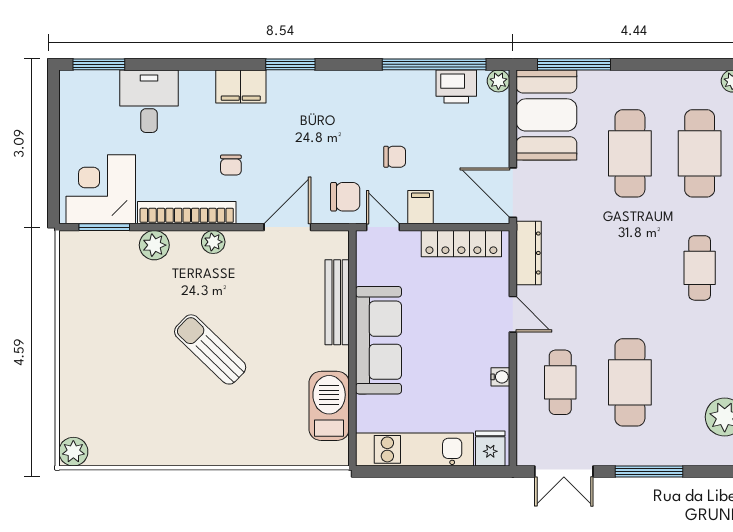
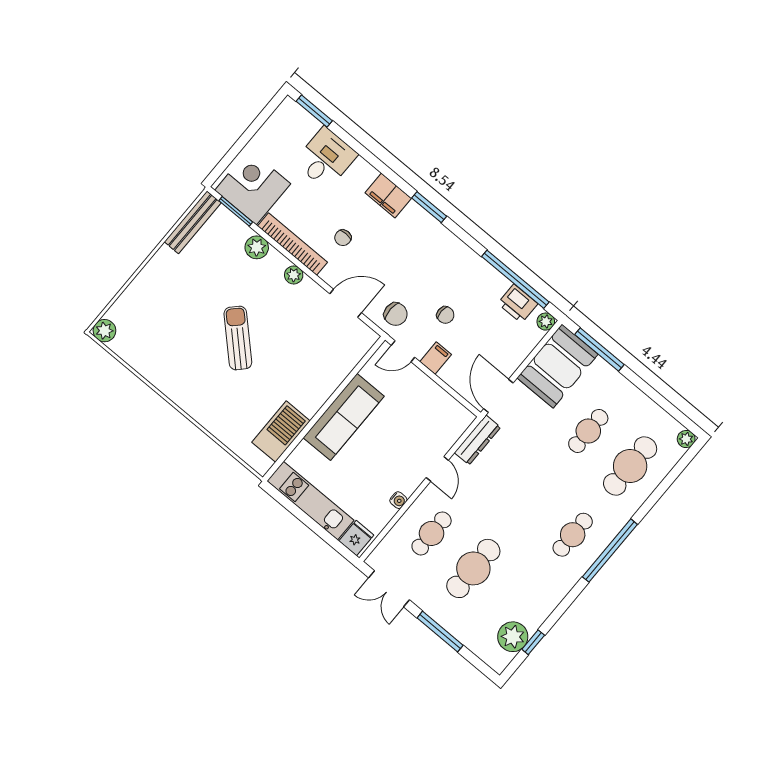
cafe table: (630, 153) -> (588, 431), width x0.73, depth x0.74
door: (383, 227) -> (403, 351), swing flipped
locker: (461, 244) -> (442, 401), removed
bench: (337, 302) -> (193, 222), moved

